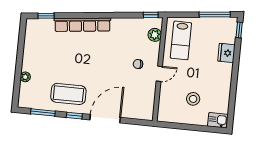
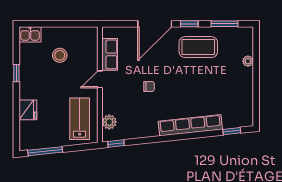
window: (239, 30) -> (16, 73), moved
chair: (138, 64) -> (149, 86), moved
row of seats: (148, 95) -> (110, 54), added

